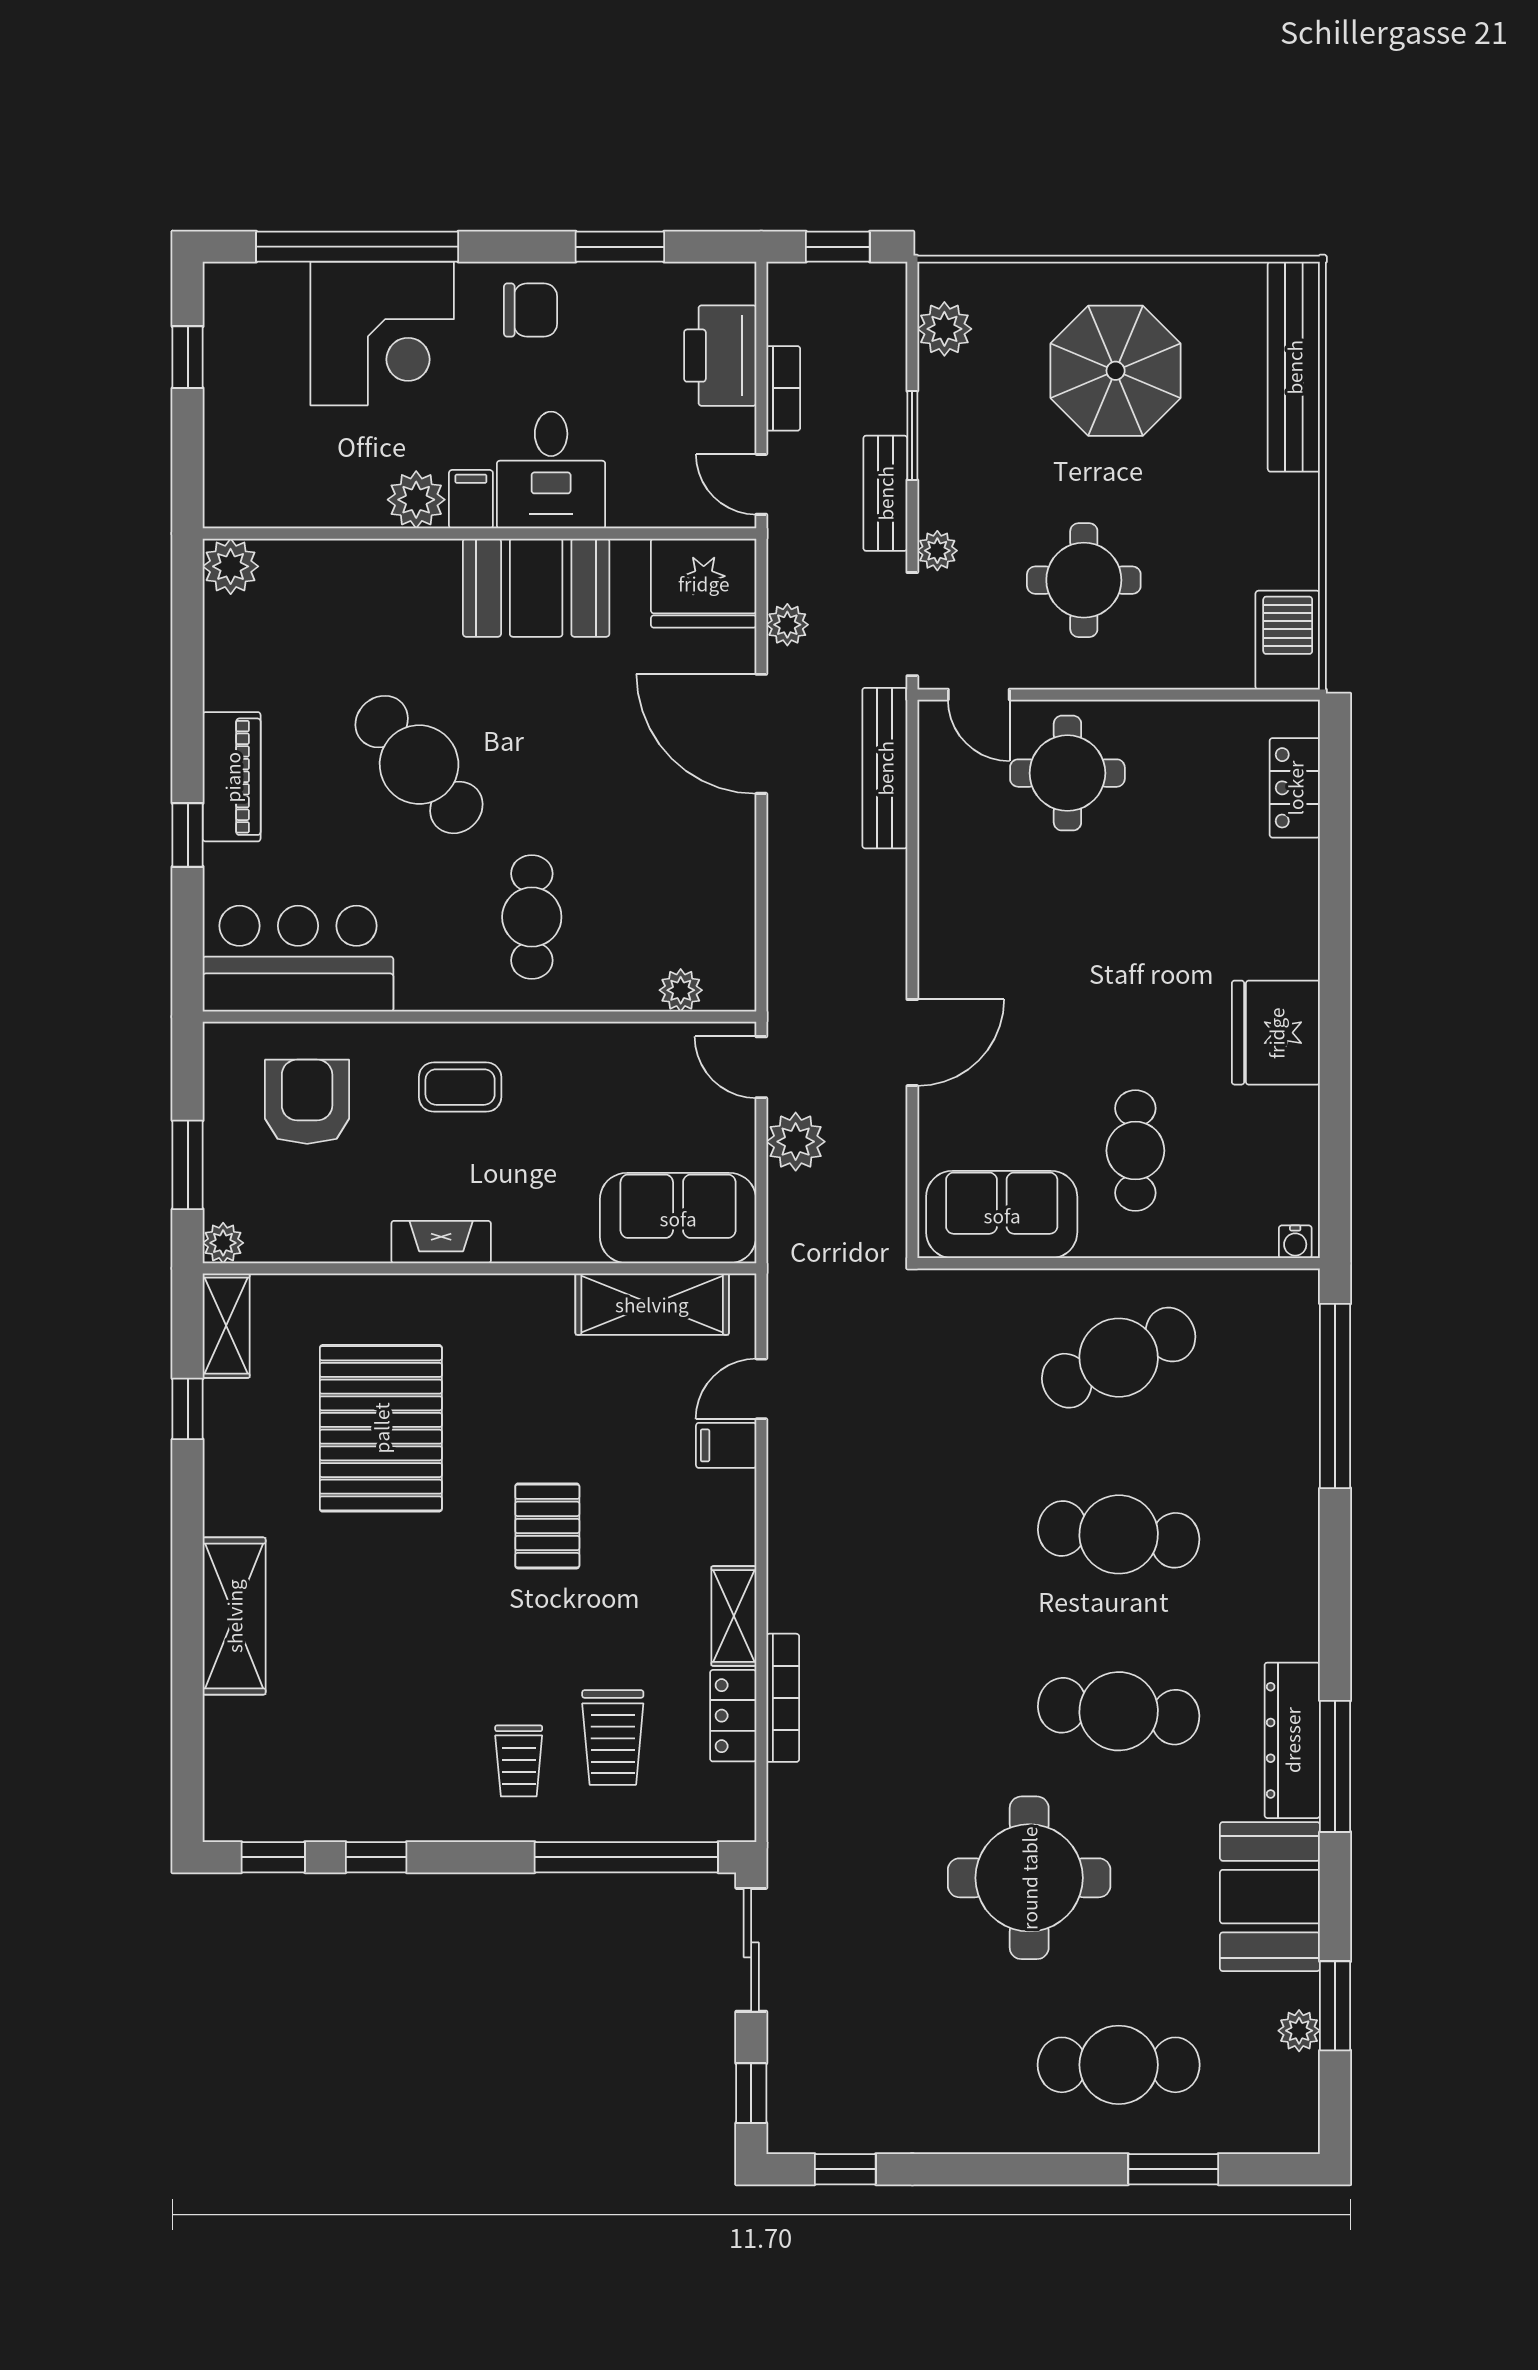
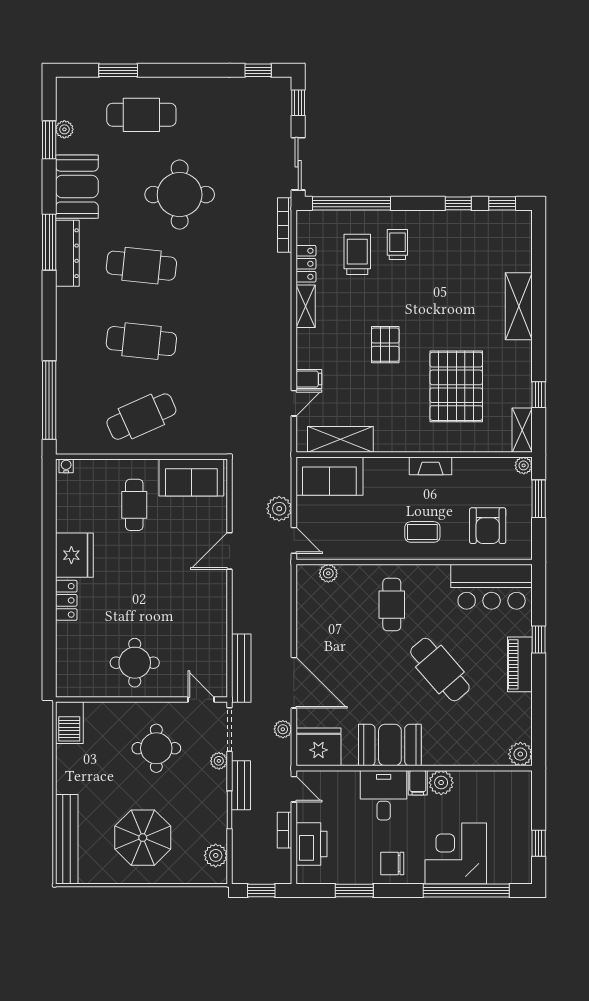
round table: (1067, 773) -> (135, 663), moved
locker: (1295, 788) -> (66, 600), moved
bookcase: (783, 1698) -> (285, 225), moved

